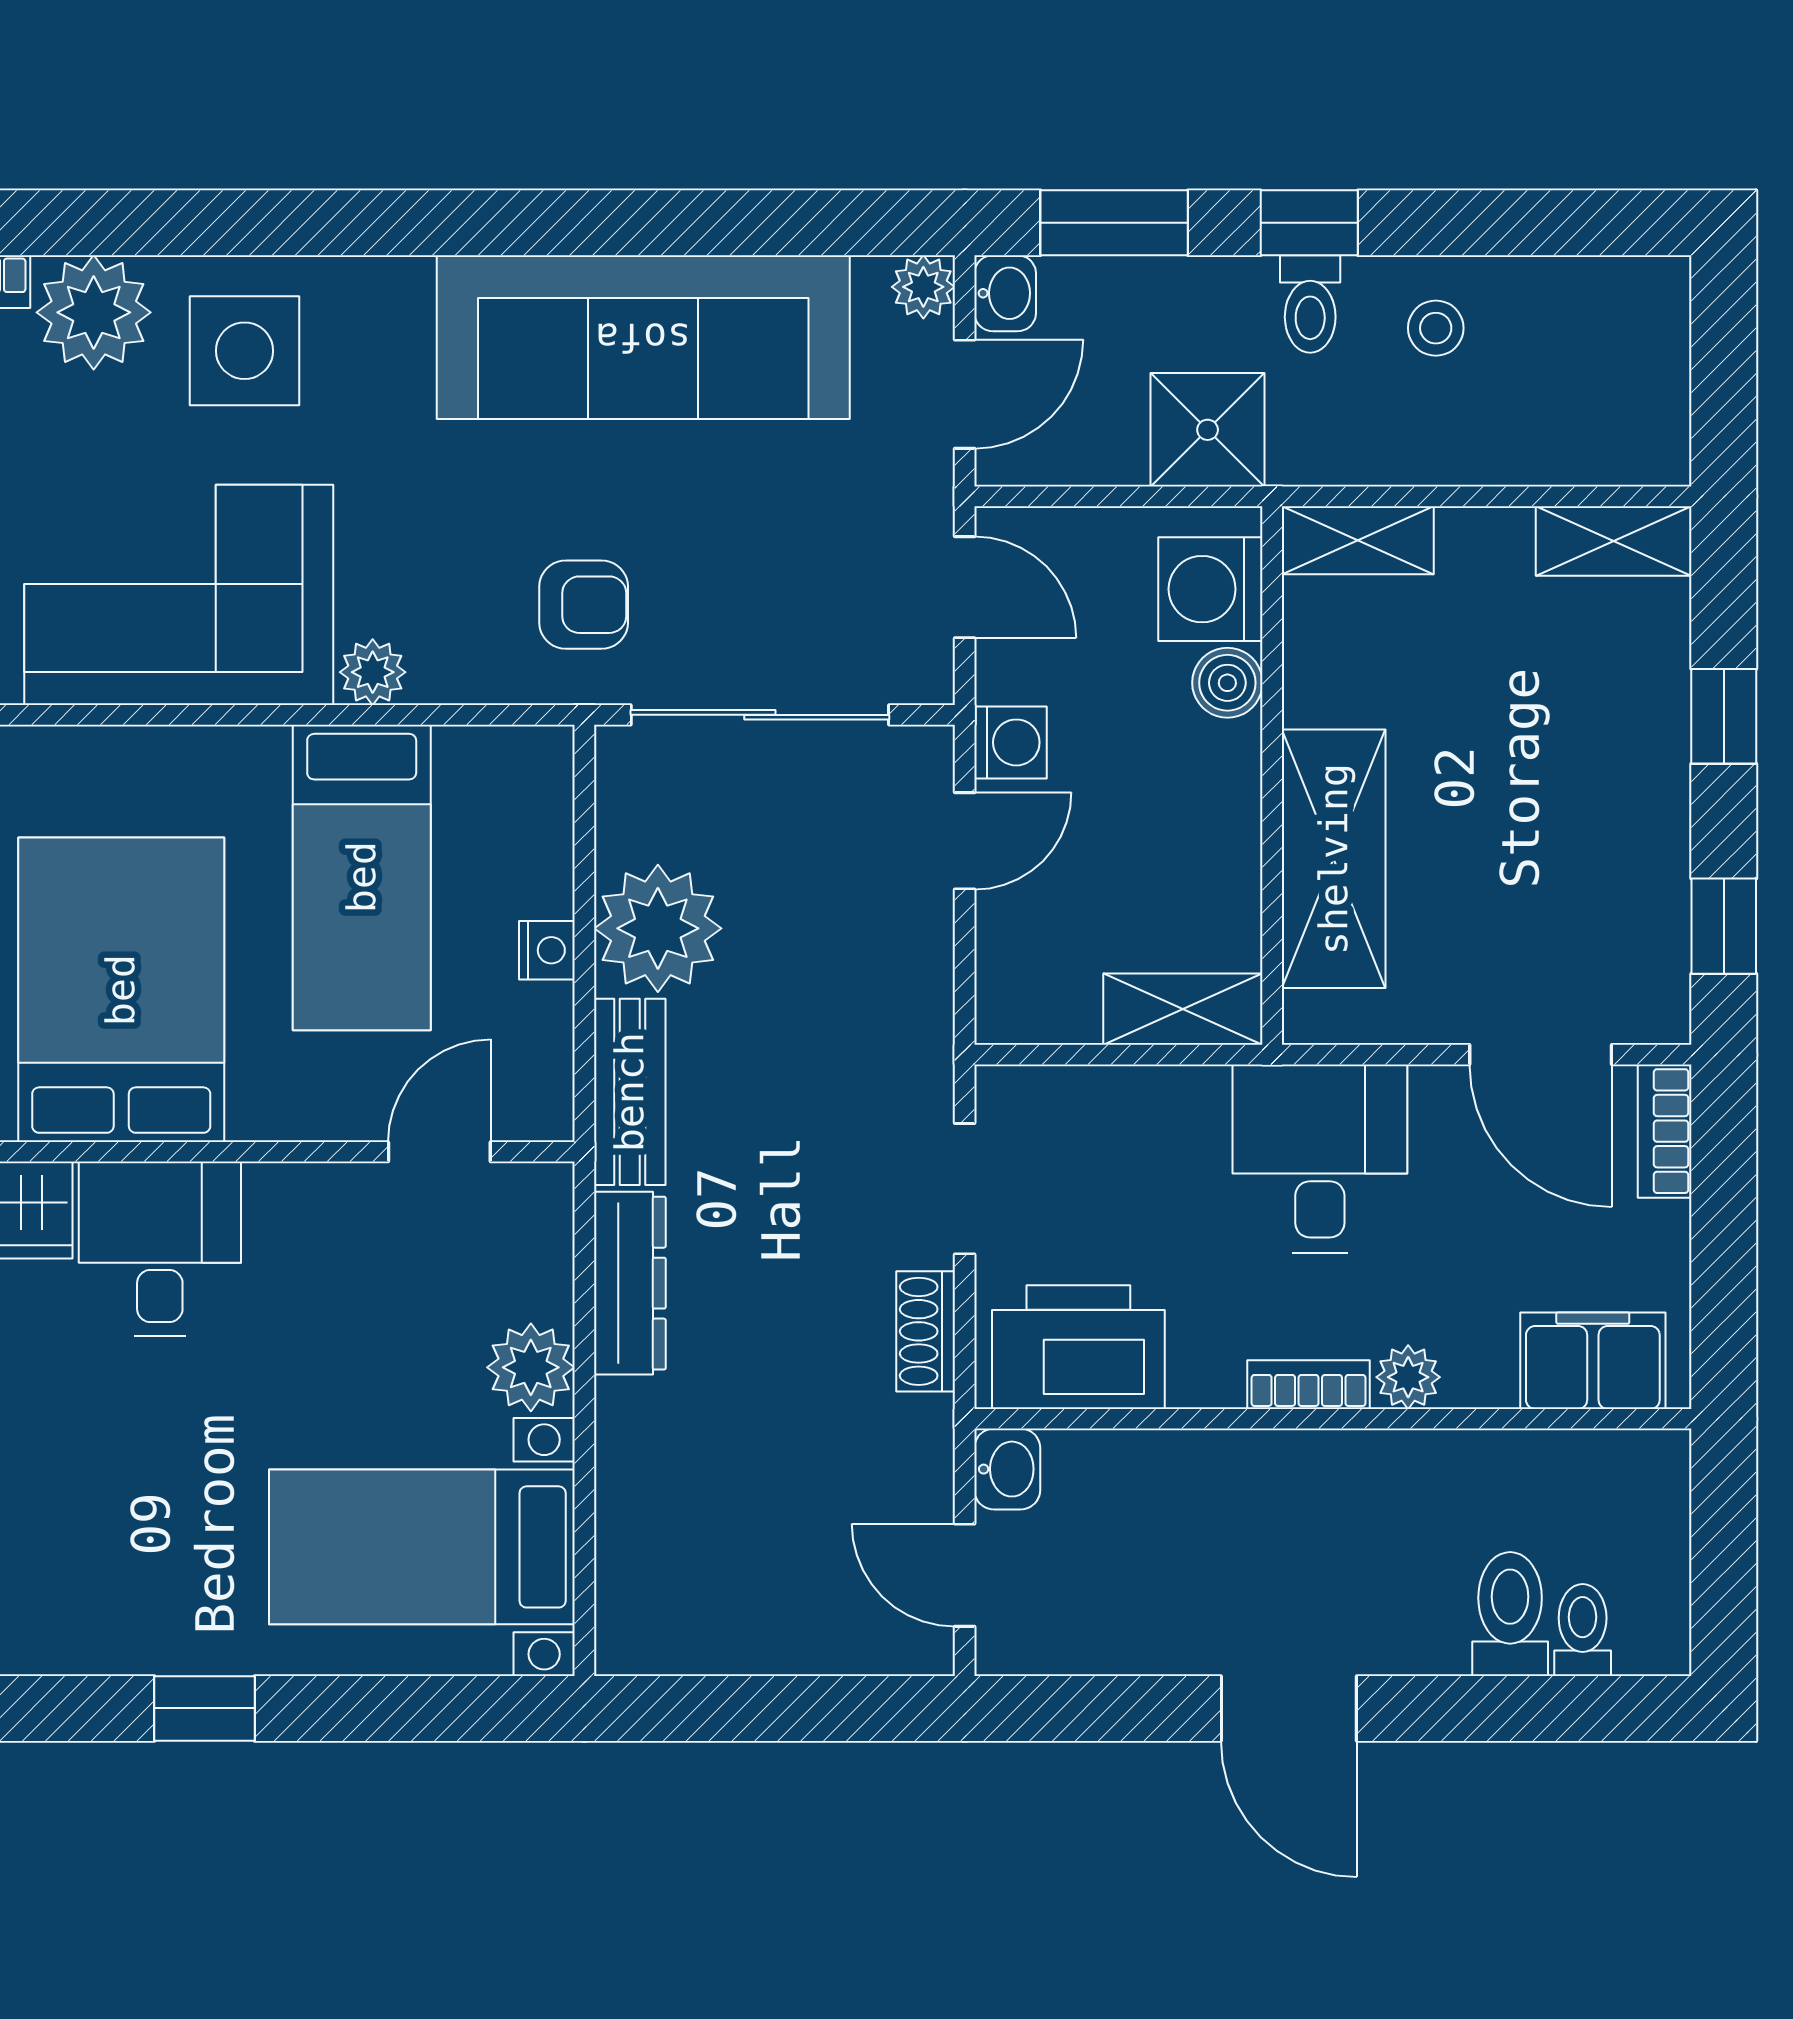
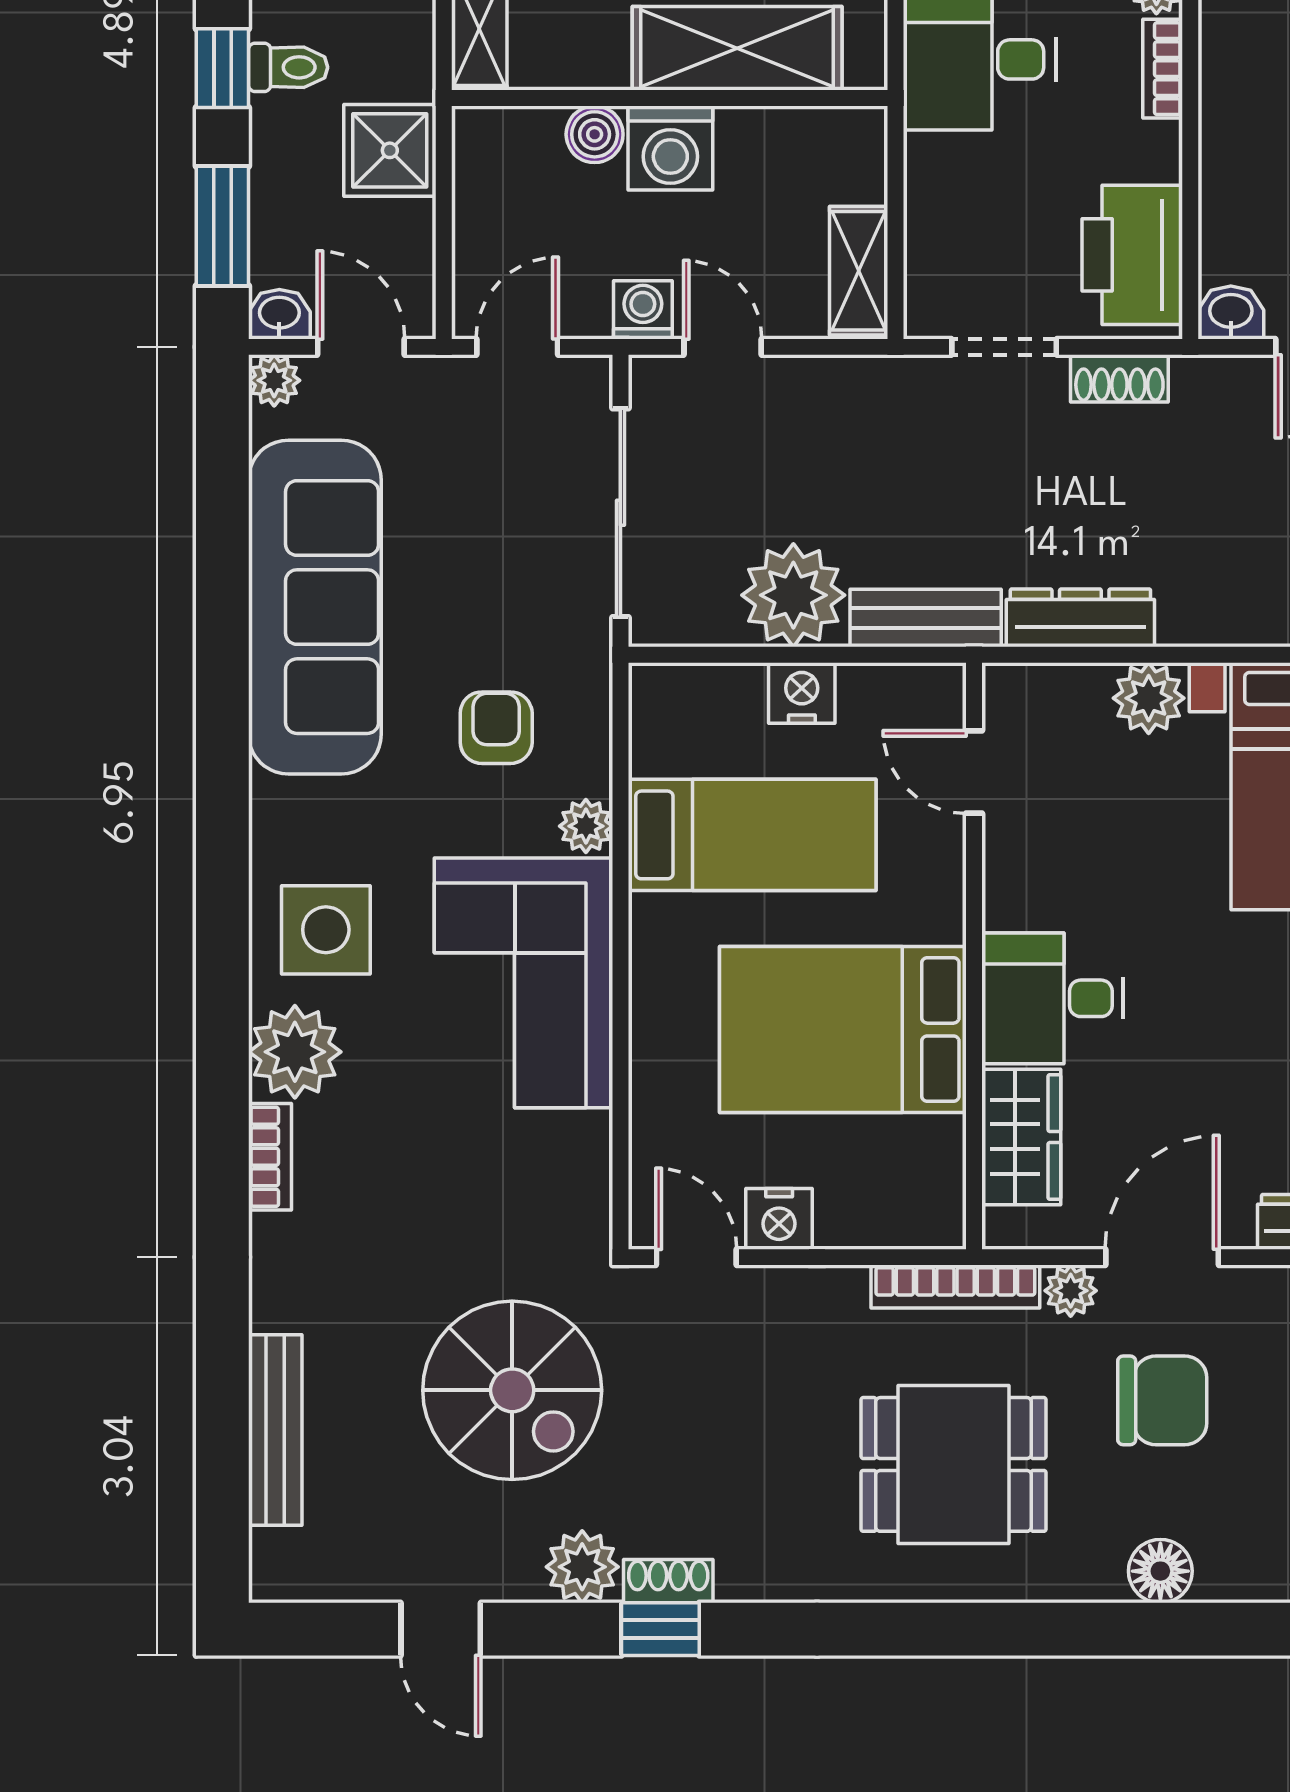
washing machine: (1210, 589) -> (670, 148), moved
armchair: (584, 605) -> (496, 728), moved
nightstand: (547, 950) -> (802, 693), width x1.39, depth x1.35
shelving: (1183, 1009) -> (859, 271), moved

